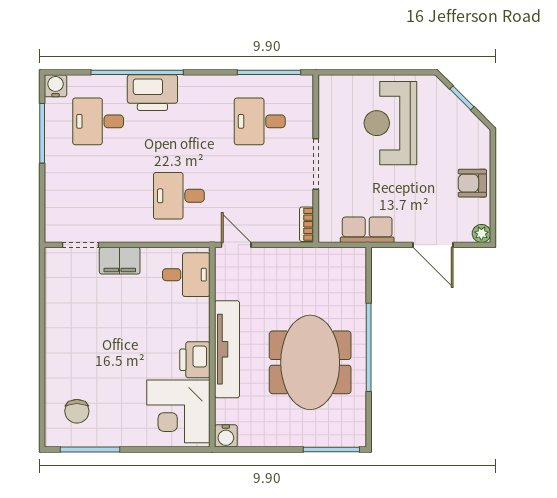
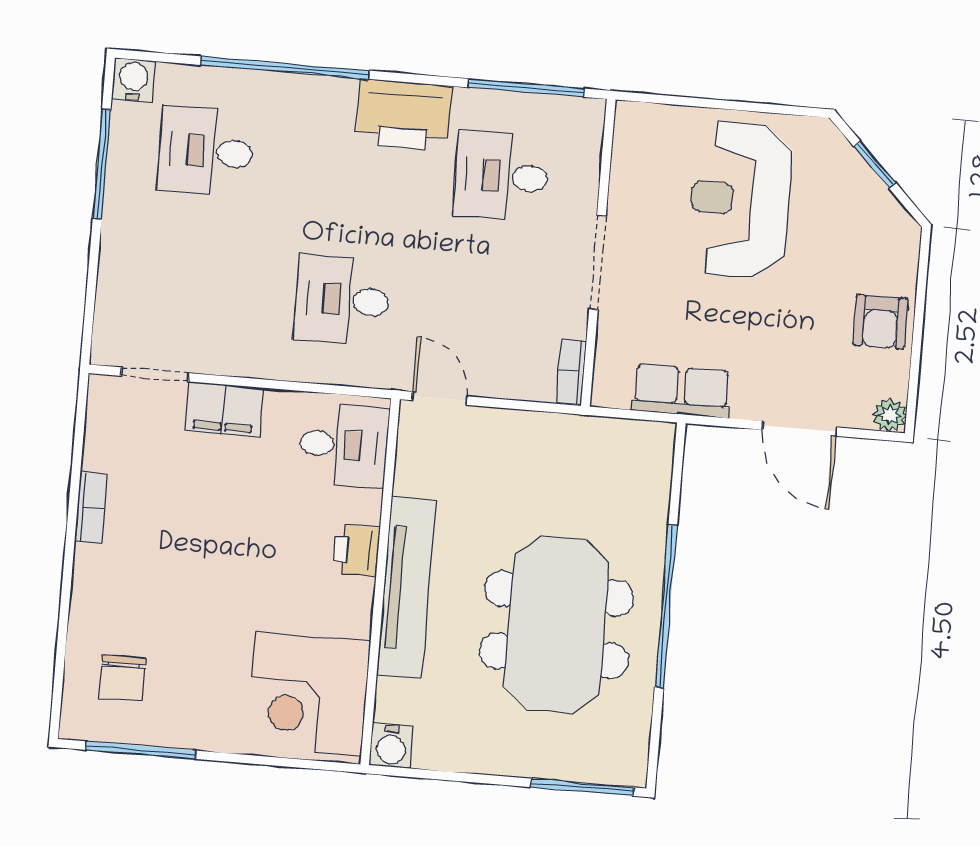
printer: (152, 93) -> (404, 115), moved
armchair: (472, 183) -> (881, 322), turned -90
bookcase: (52, 320) -> (91, 508), added
printer: (195, 360) -> (356, 550), moved, width x0.73, depth x0.81

